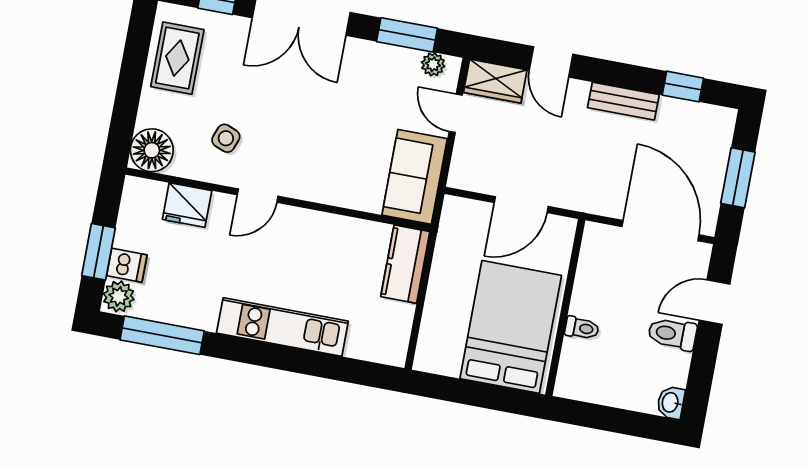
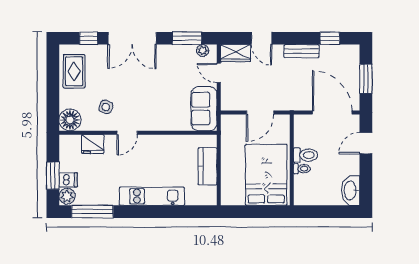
kitchen counter: (405, 264) -> (208, 166), moved
toilet: (672, 334) -> (306, 155), moved, turned 180
washbasin: (671, 403) -> (351, 190), width x1.91, depth x1.45

